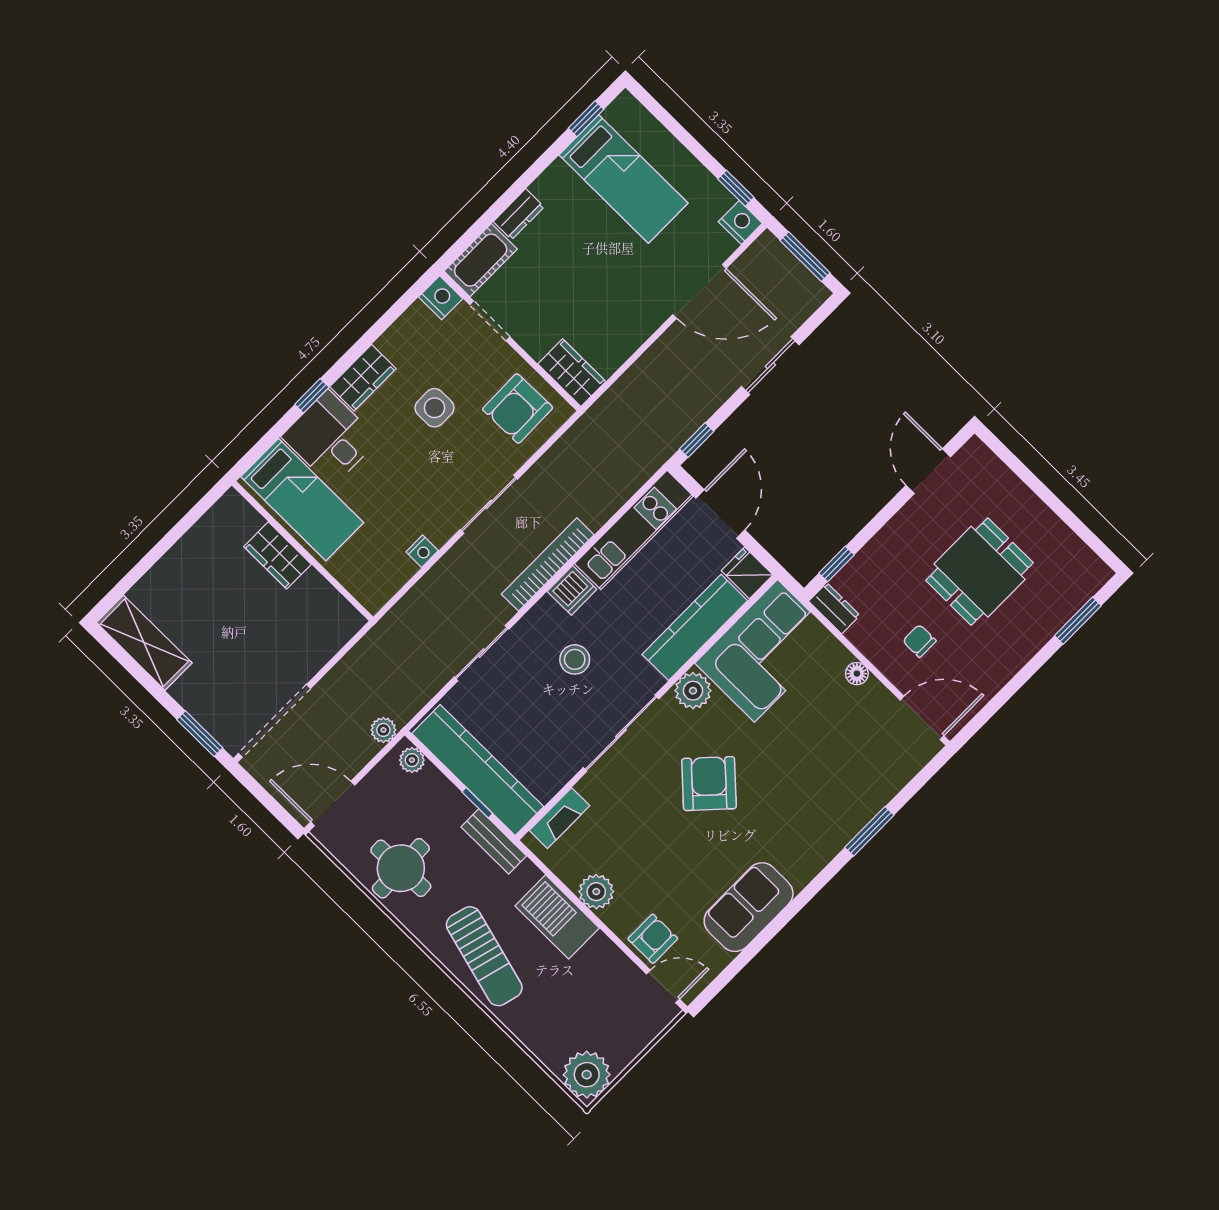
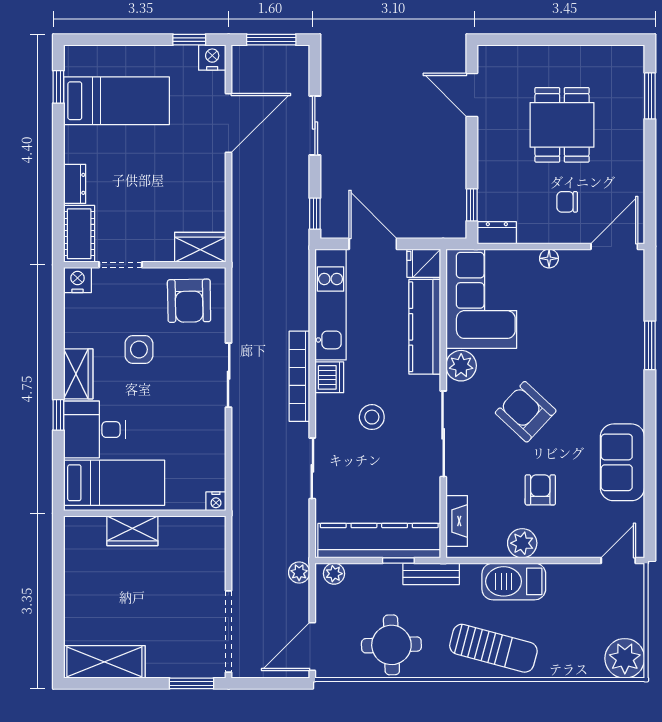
nightstand: (422, 551) -> (216, 501), moved, turned 90
armchair: (653, 939) -> (540, 490), moved

